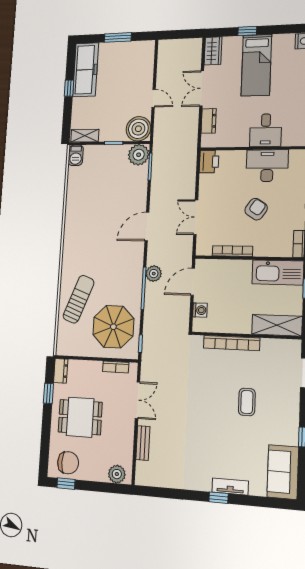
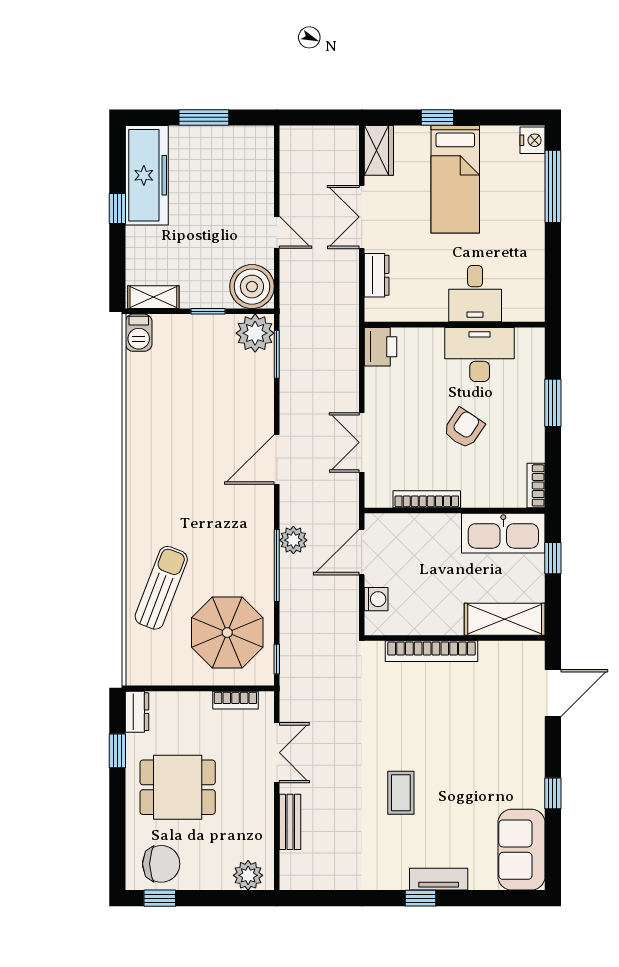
coffee table: (247, 402) -> (401, 793), moved

